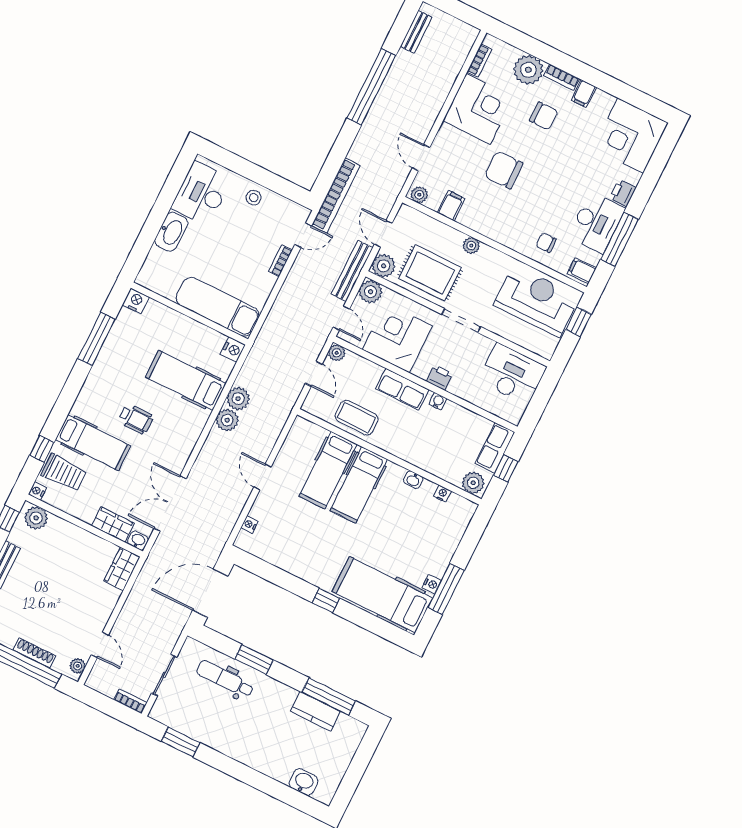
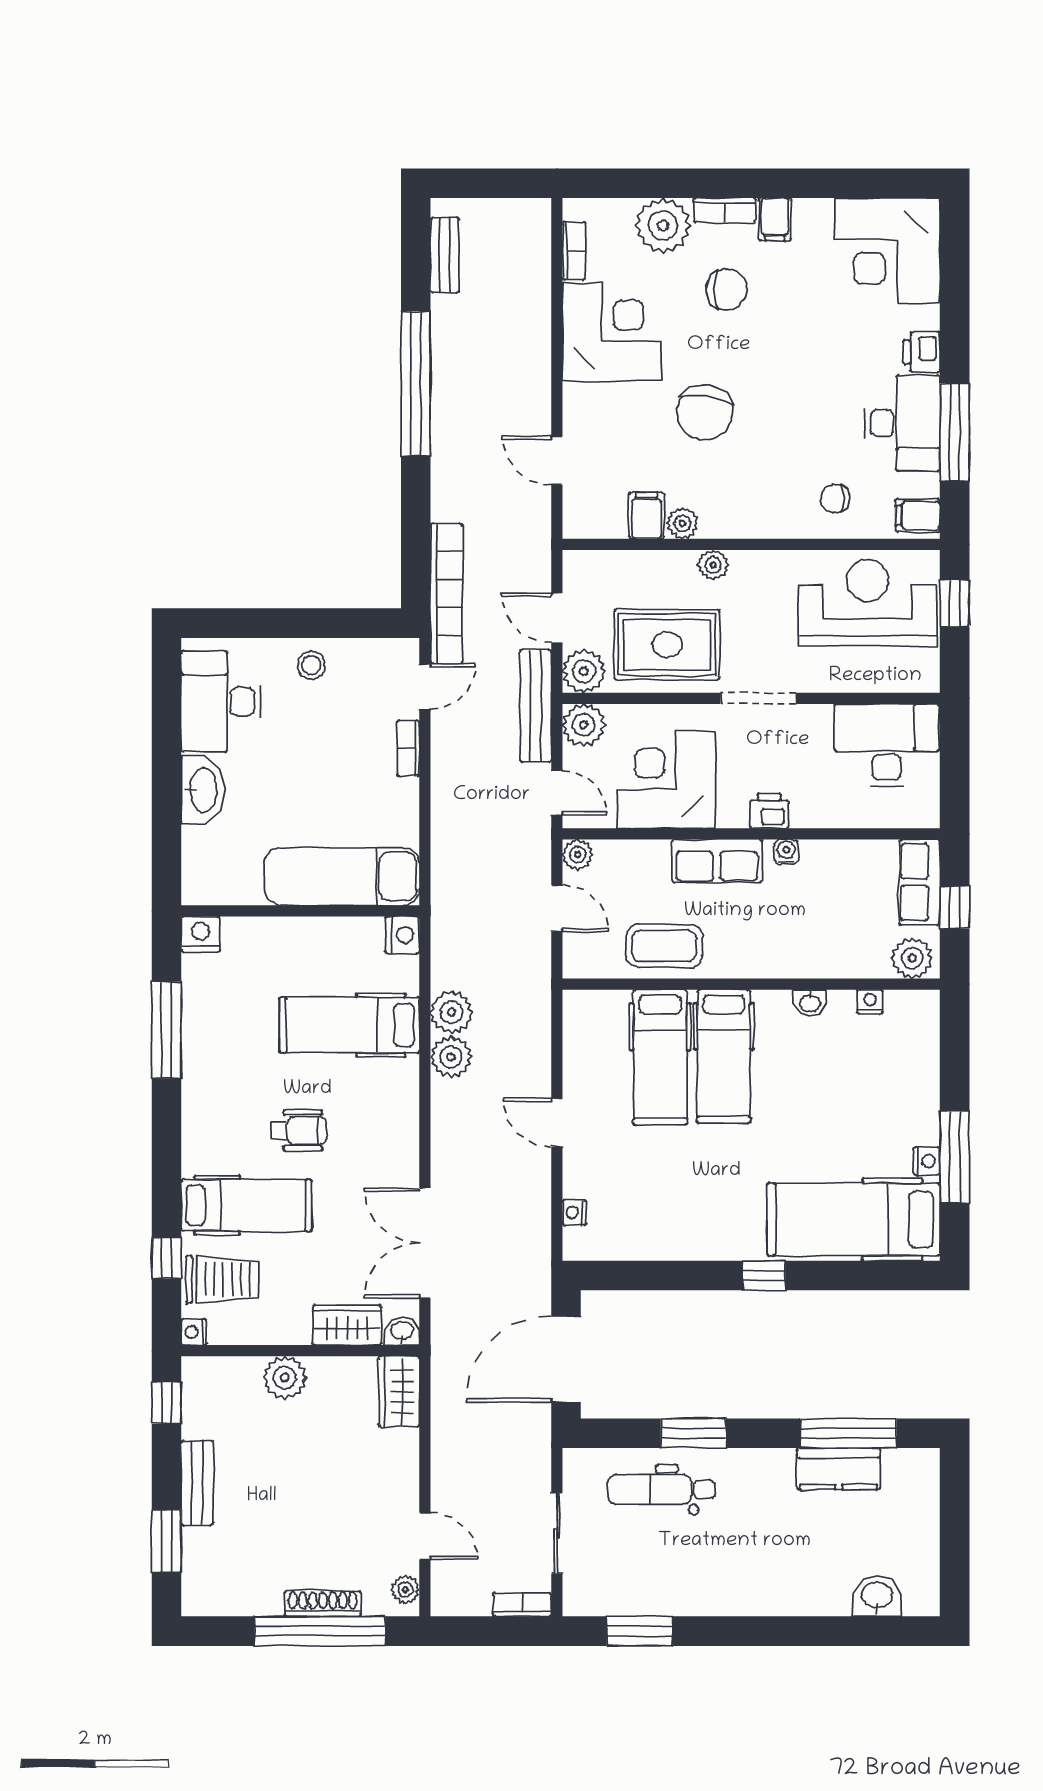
chair: (504, 170) -> (705, 412), turned -81
plant: (419, 195) -> (682, 523), moved
plant: (36, 518) -> (285, 1378), moved

